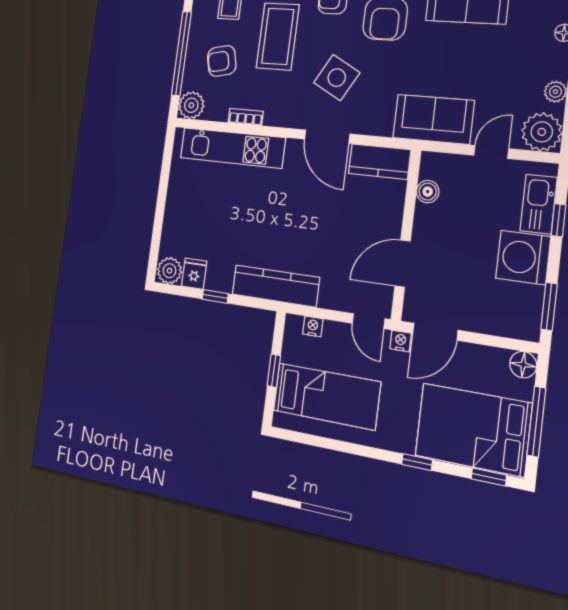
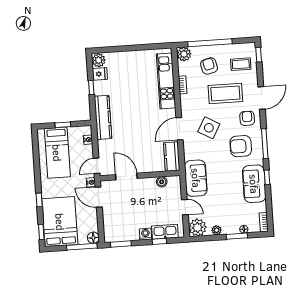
washing machine: (523, 257) -> (145, 234), width x0.53, depth x0.53
window: (536, 422) -> (82, 247), moved

